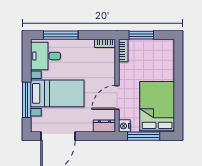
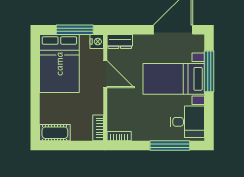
window: (141, 35) -> (77, 146), removed
cot: (161, 46) -> (55, 133), added
door: (117, 97) -> (105, 74), hinge flipped

